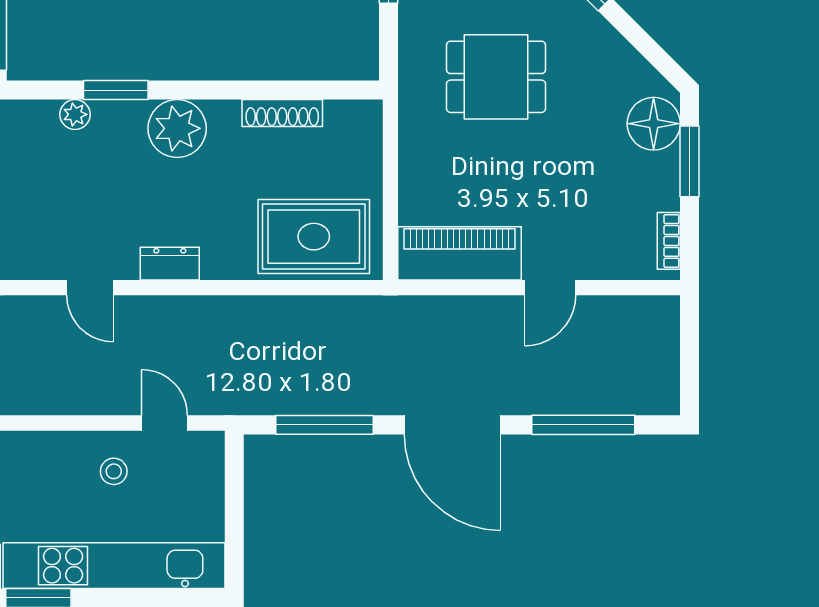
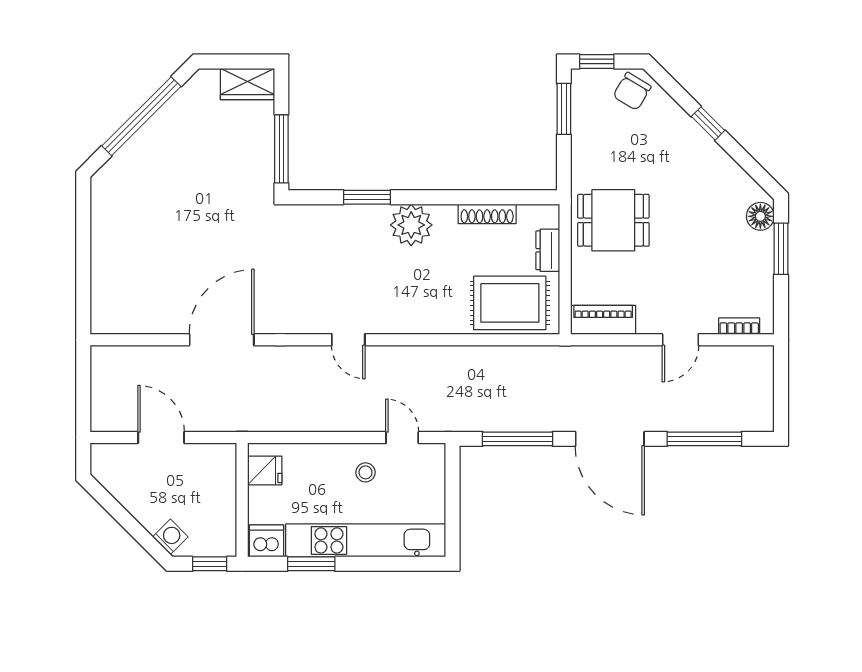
dining table: (496, 77) -> (613, 220), moved
plant: (75, 114) -> (338, 215), removed
floor lamp: (654, 124) -> (760, 216), width x0.73, depth x0.73
bookcase: (669, 241) -> (739, 326), moved, turned 90
piano: (459, 253) -> (603, 320), width x0.73, depth x0.75
dresser: (170, 264) -> (548, 250), moved, turned -90

